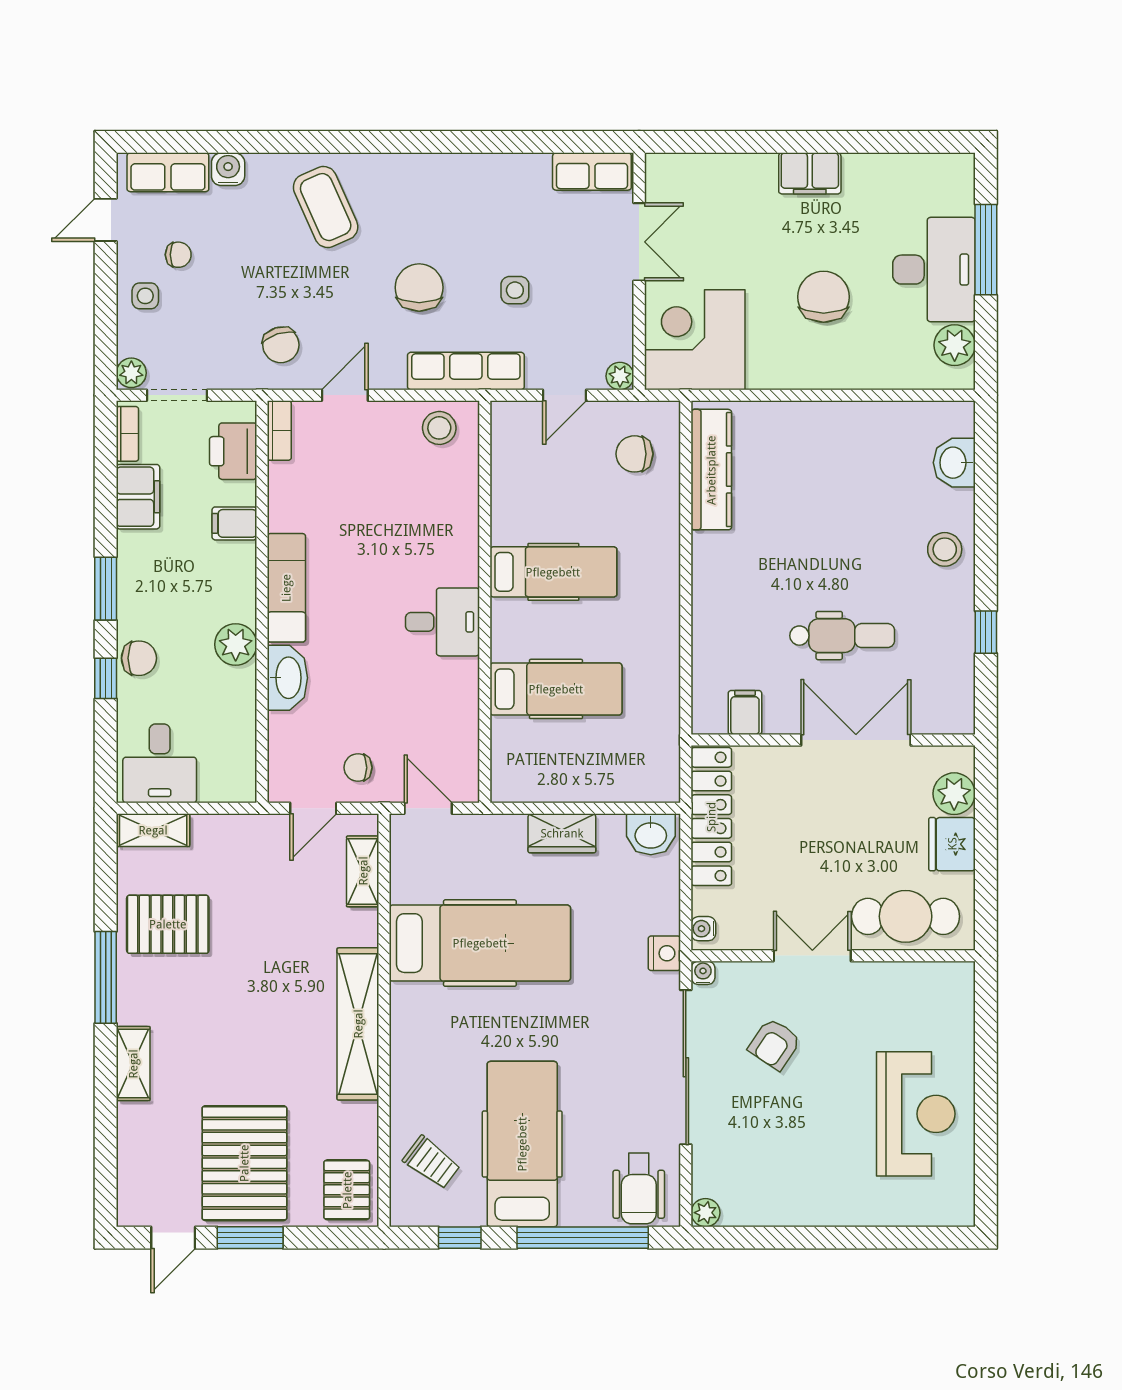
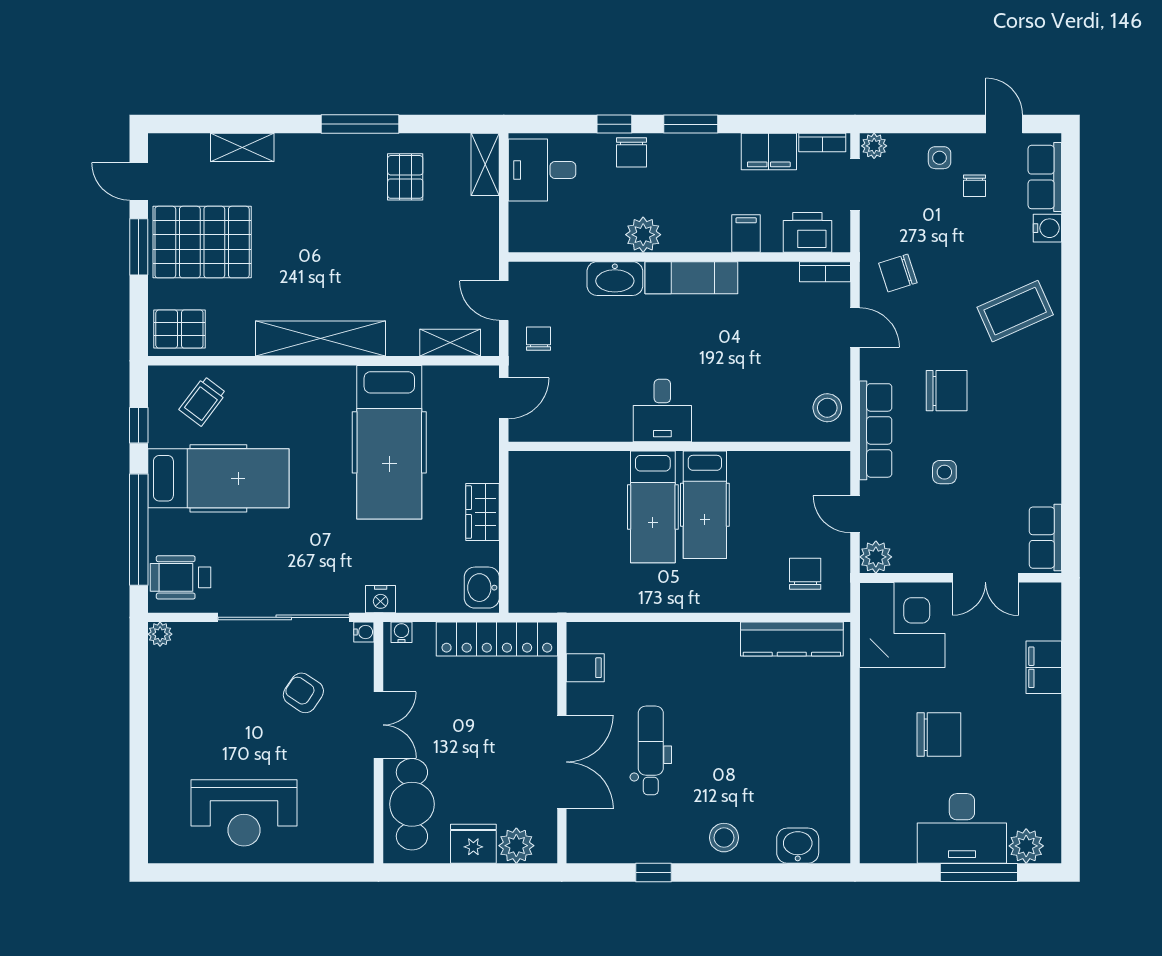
filing cabinet: (810, 173) -> (1044, 667), moved
plant: (955, 345) -> (1026, 846), moved
plant: (620, 376) -> (876, 557), width x1.38, depth x1.38
dental chair: (842, 636) -> (651, 750), turned 180
hospital bed: (556, 689) -> (653, 507), moved
pallet: (168, 924) -> (405, 177), width x0.67, depth x0.71
shelving: (133, 1064) -> (242, 147), moved

